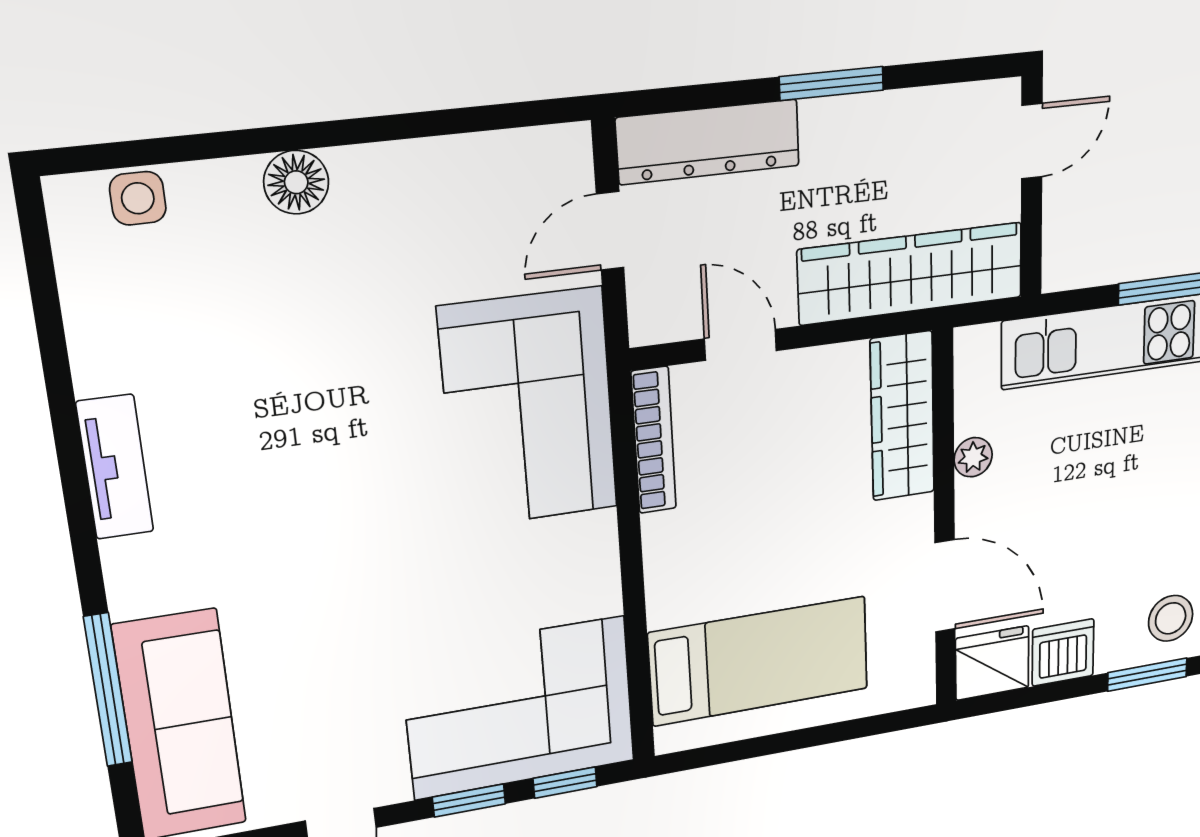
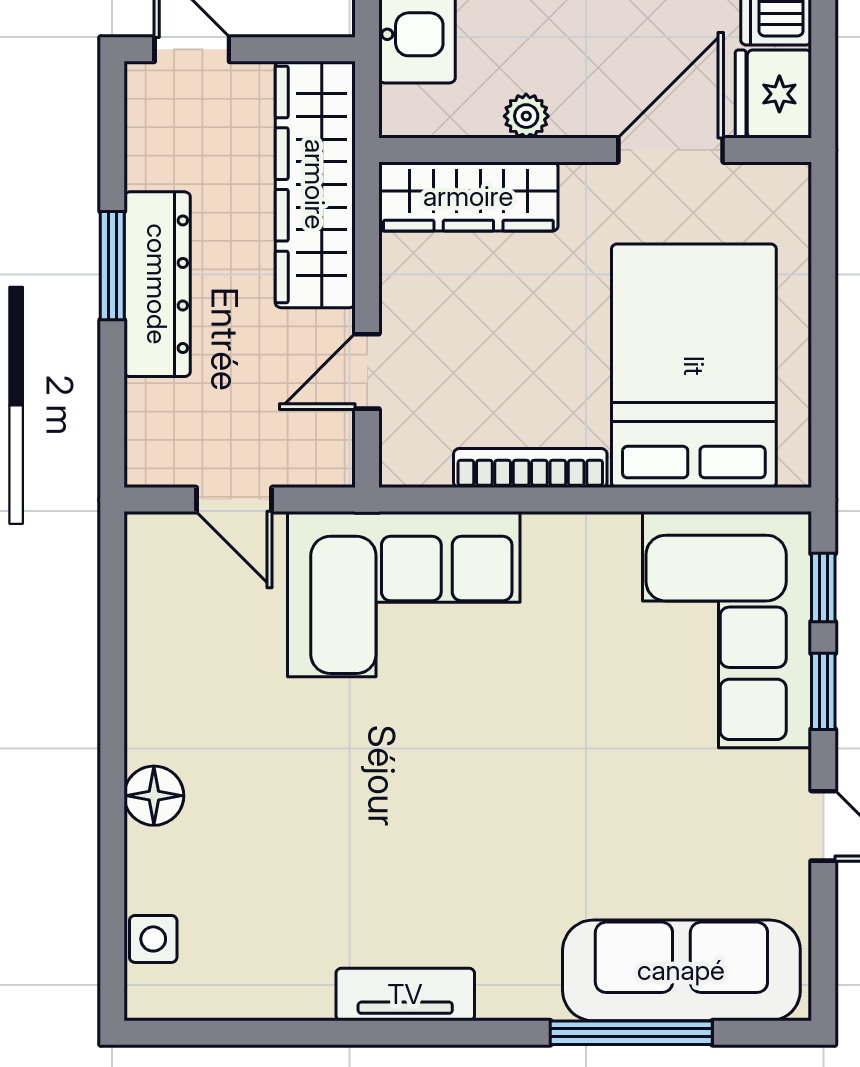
dresser: (708, 142) -> (157, 284), moved
bookcase: (654, 440) -> (530, 468), moved
bed: (759, 661) -> (694, 366), width x1.50

